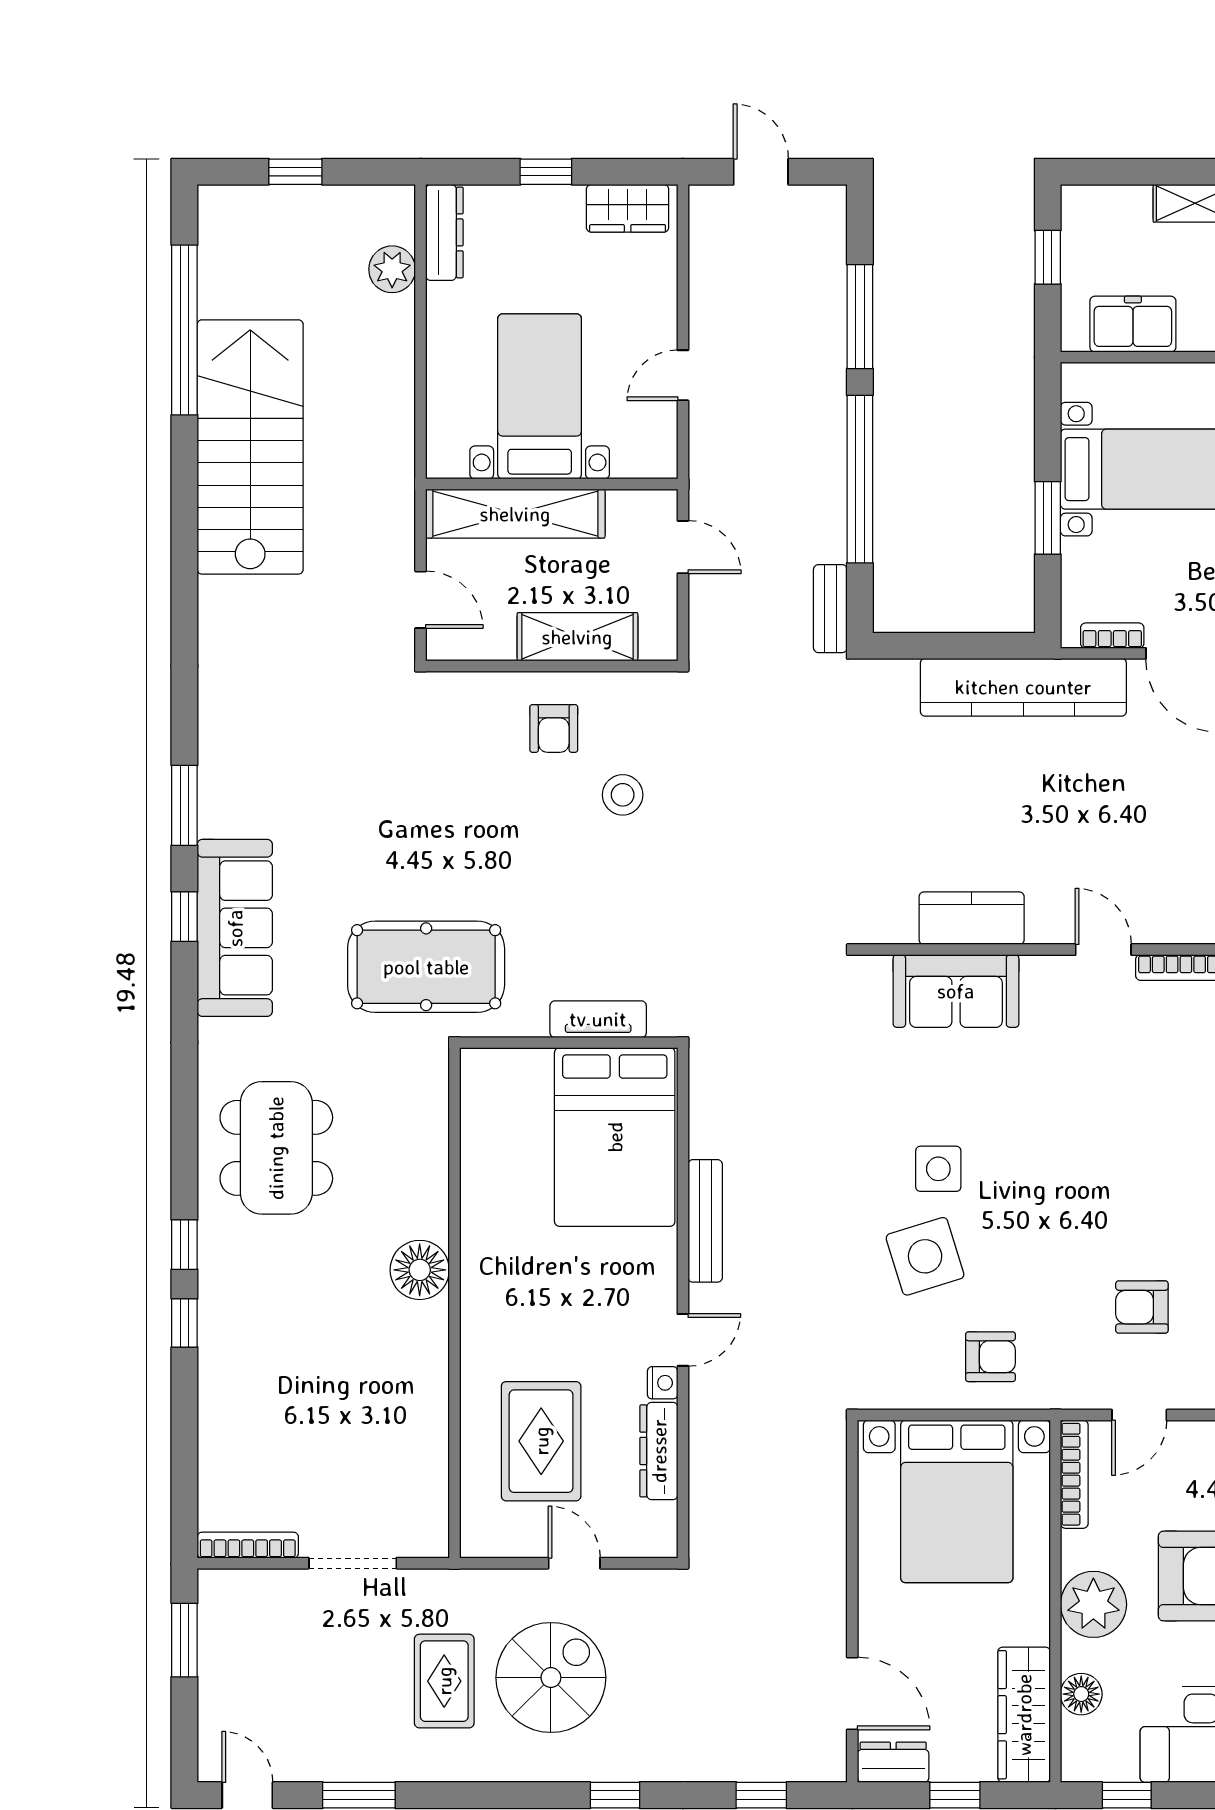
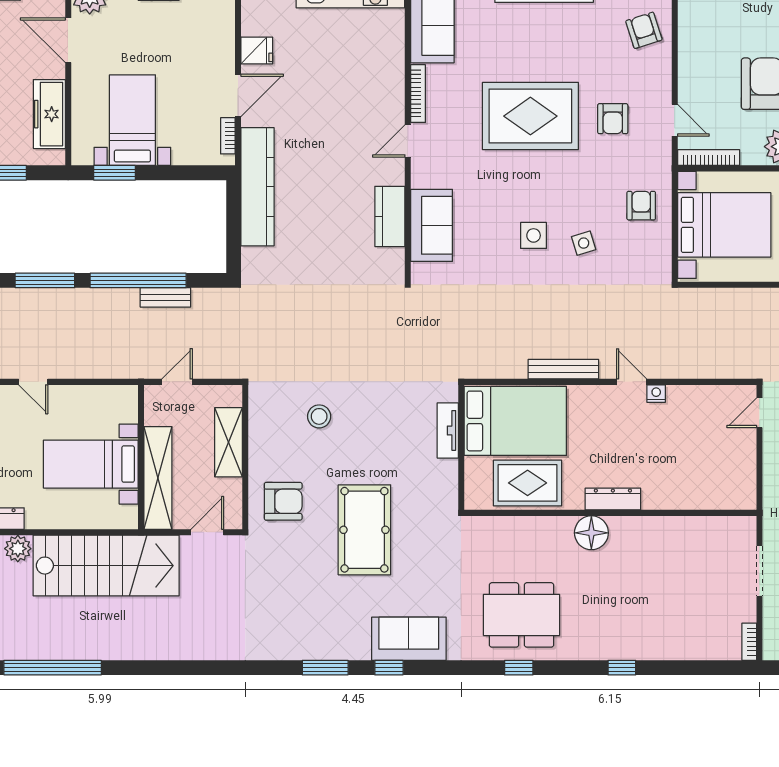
freezer: (1133, 324) -> (49, 114), width x1.40
door: (683, 375) -> (33, 382), moved
stairs: (250, 447) -> (106, 566), moved, turned 180
window: (1048, 518) -> (115, 173), moved
bench: (830, 609) -> (165, 297), moved
armchair: (554, 728) -> (283, 501), moved, width x1.38, depth x1.38
sofa: (235, 928) -> (409, 639), width x0.73
pool table: (426, 967) -> (364, 530), moved
rug: (1147, 1163) -> (530, 116), added
window: (184, 1245) -> (519, 668), moved
side table: (925, 1256) -> (584, 243), width x0.54, depth x0.54
rug: (541, 1441) -> (528, 483), moved
dresser: (659, 1451) -> (613, 499), moved, turned 180
bookcase: (248, 1545) -> (749, 642), width x0.64
door: (574, 1563) -> (760, 413), moved

